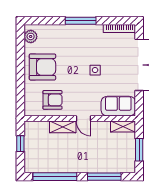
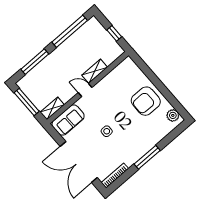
armchair: (52, 100) -> (118, 84), removed
window: (139, 150) -> (27, 102), width x1.44

